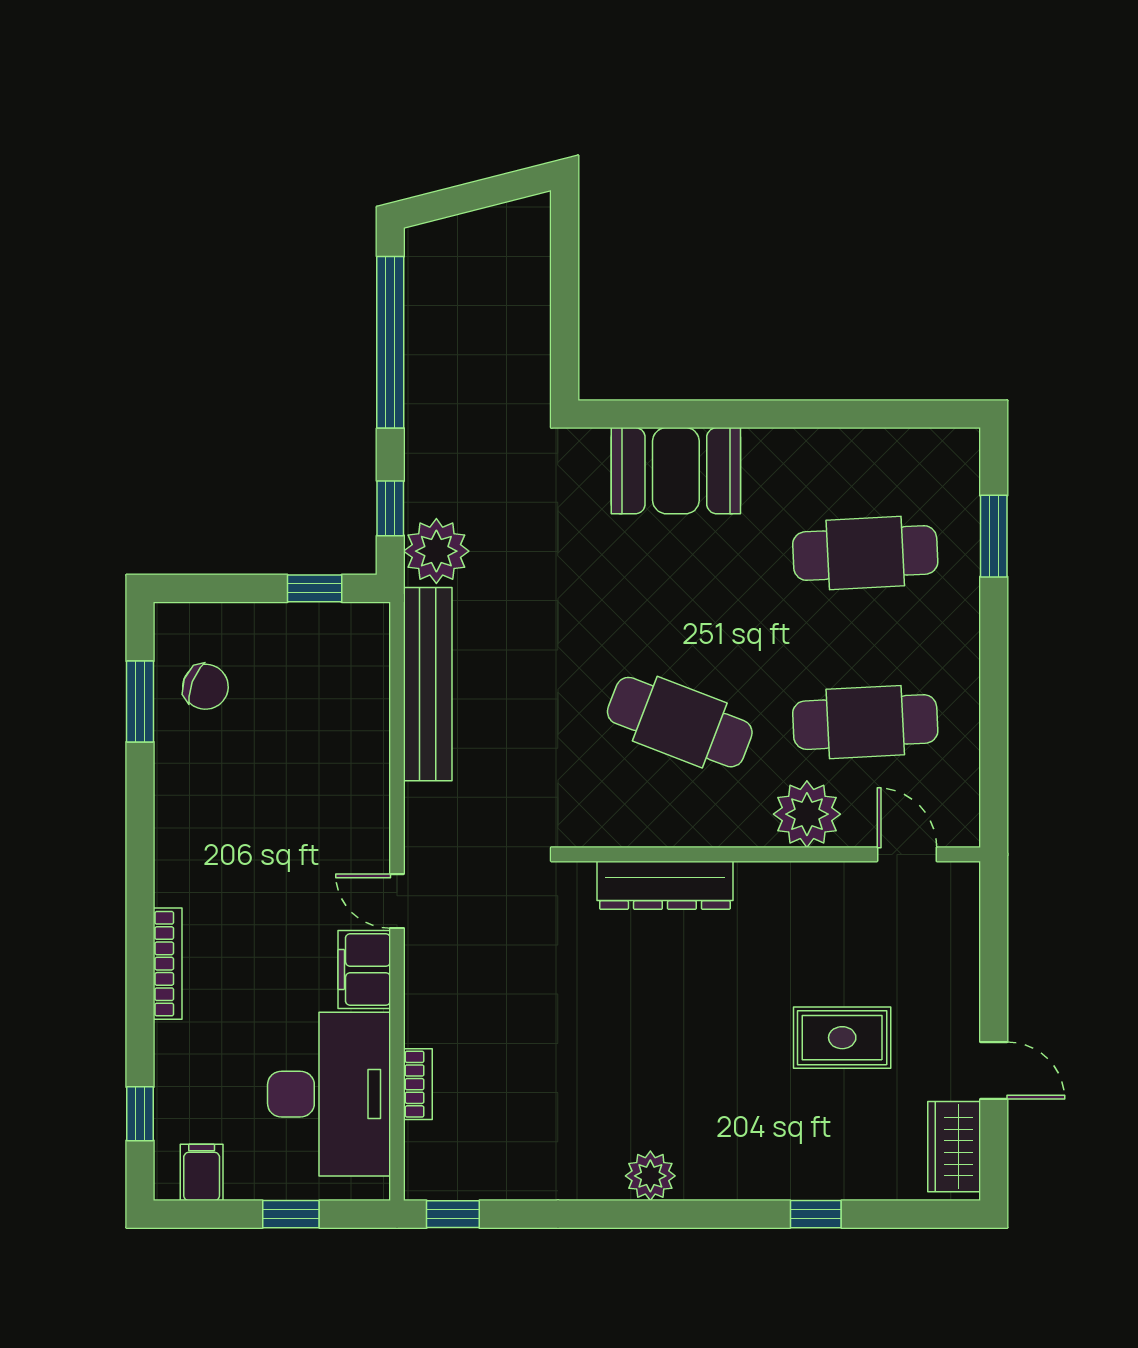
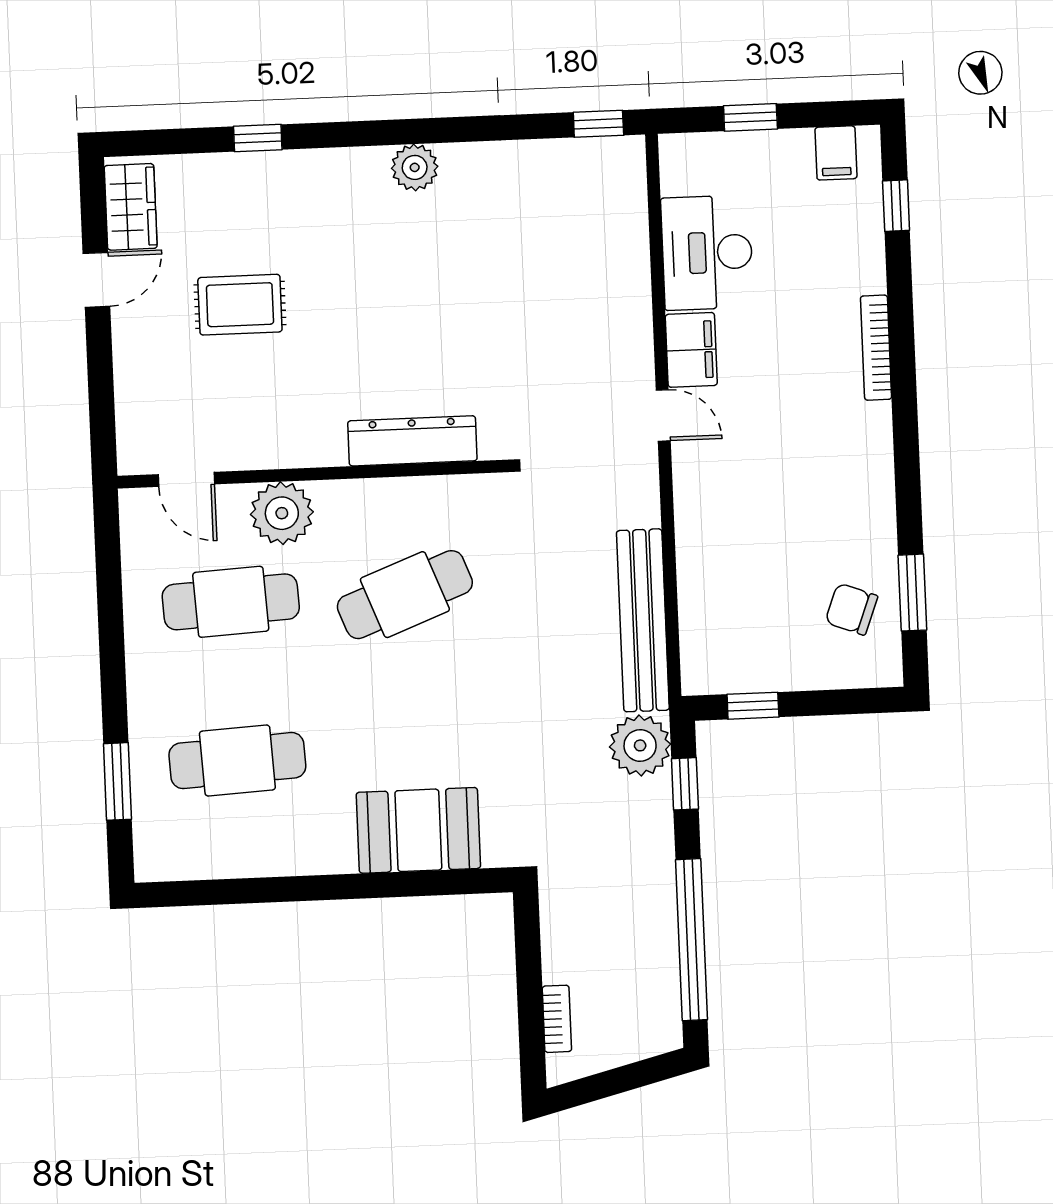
cafe table: (680, 722) -> (405, 595), turned -42
door: (994, 1071) -> (96, 280), swing flipped
bookcase: (418, 1084) -> (557, 1019), moved, turned 180
desk: (329, 1094) -> (707, 253), width x0.73, depth x0.77

